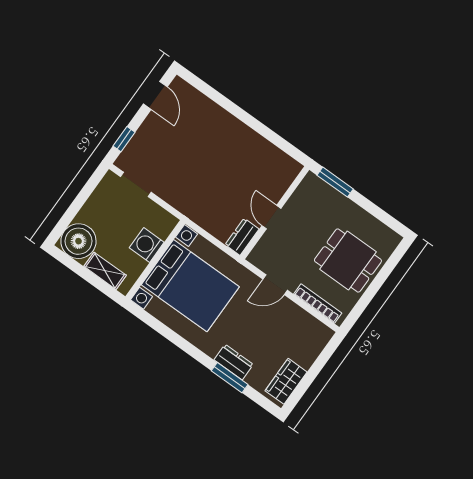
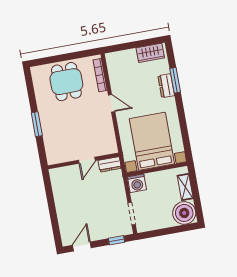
wall: (275, 213) -> (83, 161), moved
door: (271, 217) -> (87, 160), moved
dresser: (242, 237) -> (110, 164), moved
washing machine: (147, 245) -> (137, 183), moved

